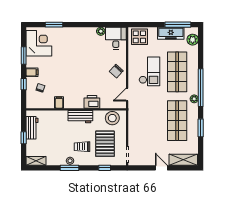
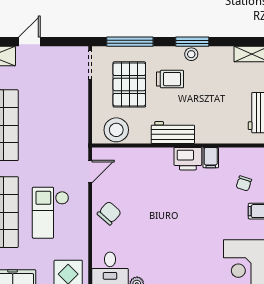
printer: (92, 102) -> (188, 159), moved
window: (105, 168) -> (130, 42), width x2.17
door: (161, 168) -> (29, 42), swing flipped

